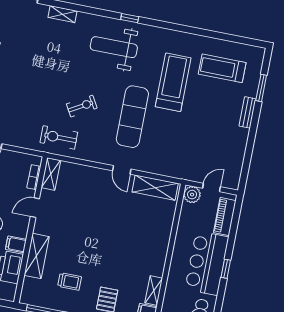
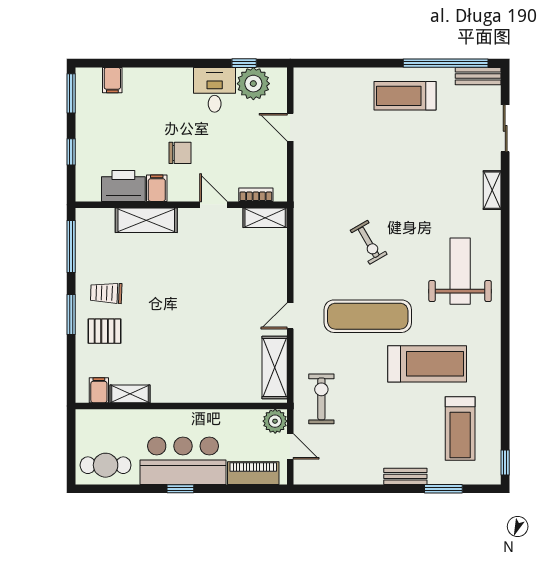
window: (130, 18) -> (505, 462), moved
treadmill: (222, 68) -> (460, 429), turned 180
exercise bike: (59, 137) -> (321, 399), moved
trolley: (70, 282) -> (106, 293), moved, turned 92

